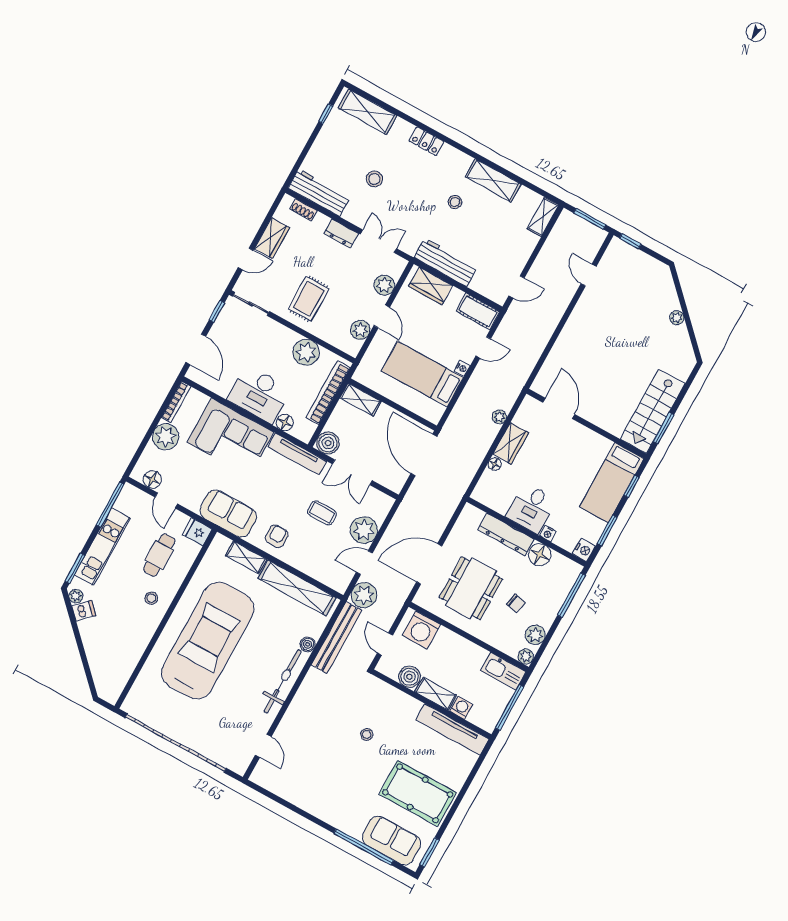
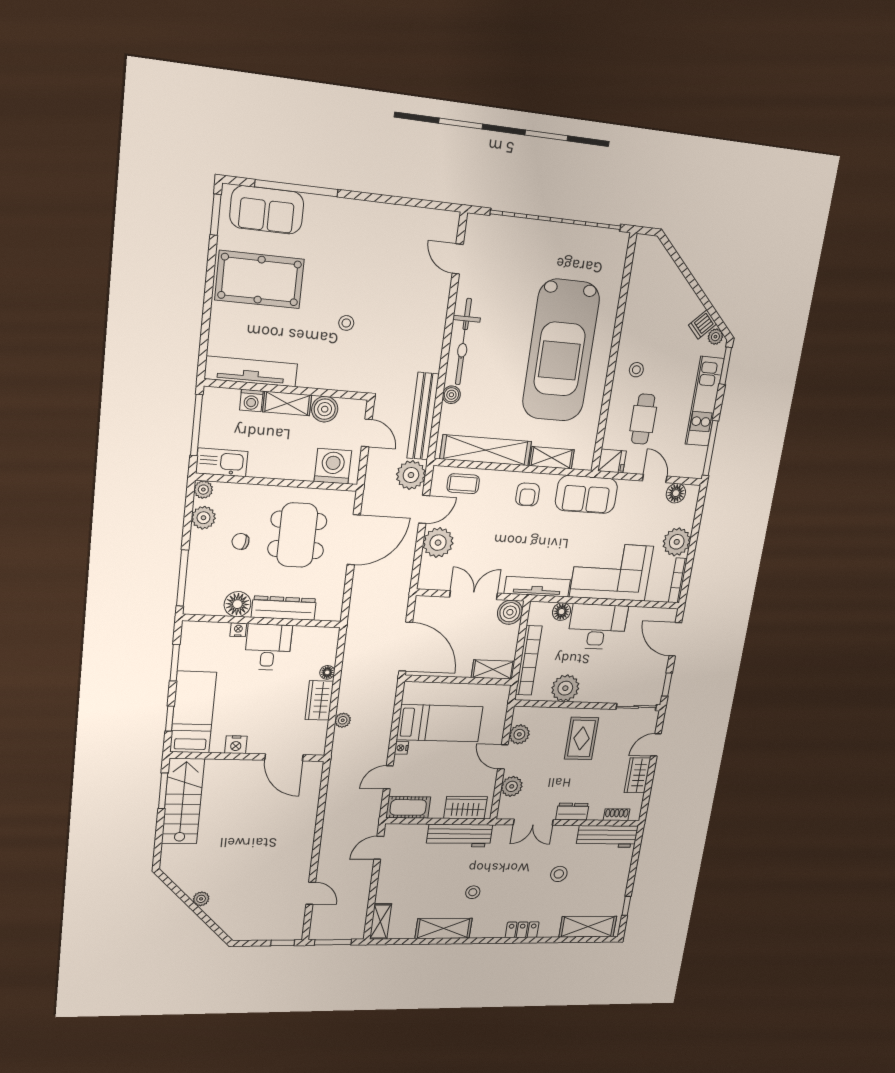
coffee table: (322, 513) -> (463, 484), moved
nightstand: (584, 550) -> (236, 745), moved, turned -90

